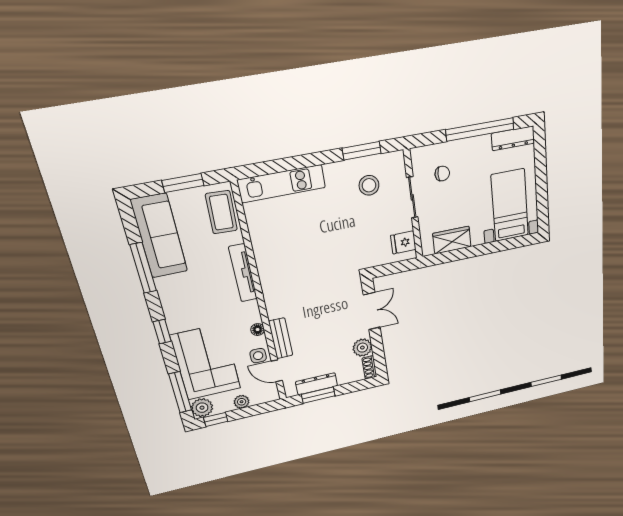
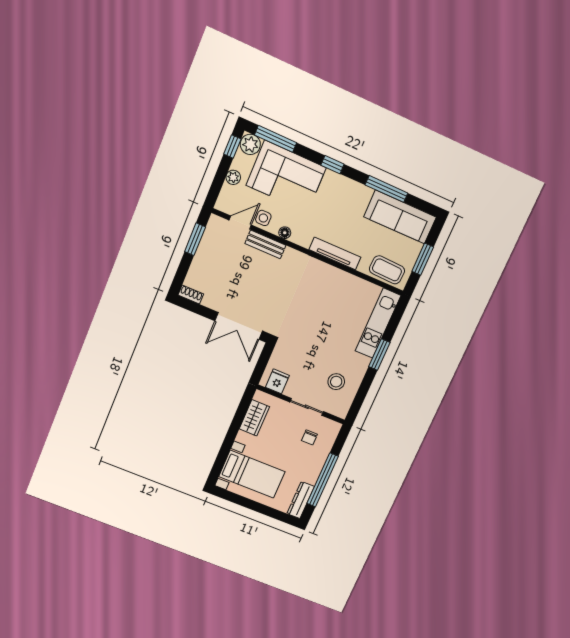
window: (362, 151) -> (379, 355), moved
double door: (372, 311) -> (239, 326), width x1.37
plant: (362, 348) -> (213, 300), removed
dresser: (317, 384) -> (206, 245), removed

